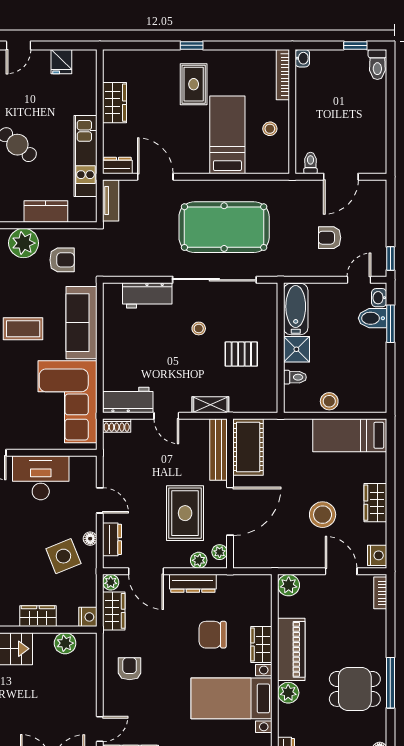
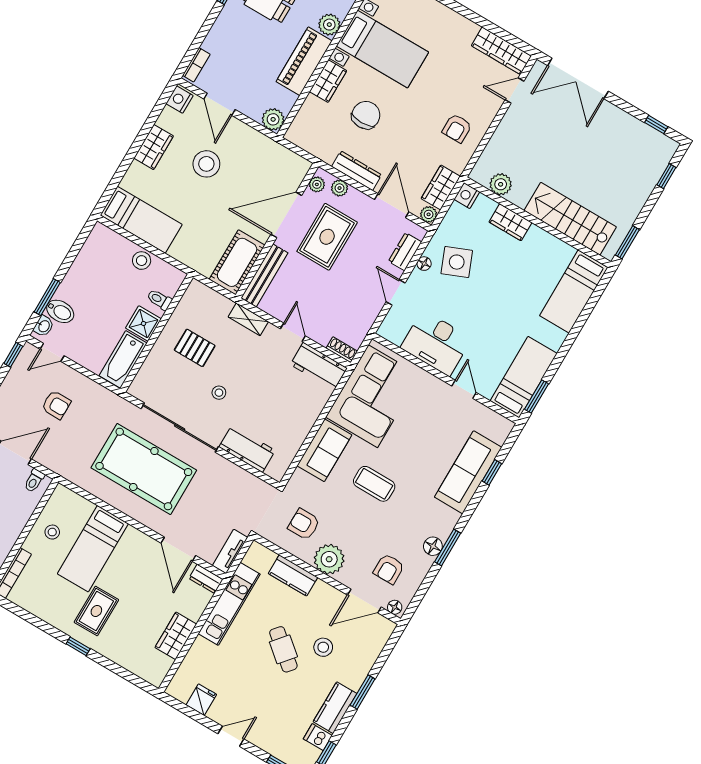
sofa: (81, 323) -> (324, 450), width x0.73
chair: (213, 635) -> (366, 115), turned -90

